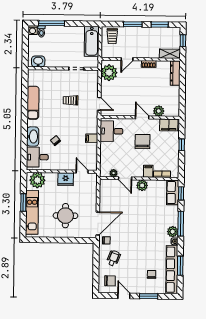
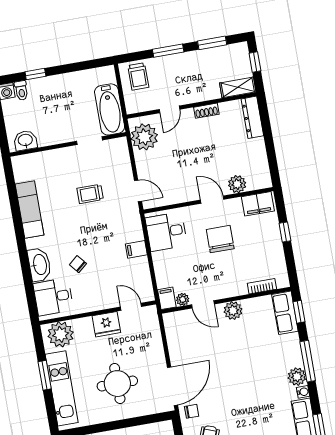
window: (52, 23) -> (35, 74), width x0.46
bathtub: (92, 41) -> (110, 109), moved
filing cabinet: (148, 171) -> (167, 298), moved

